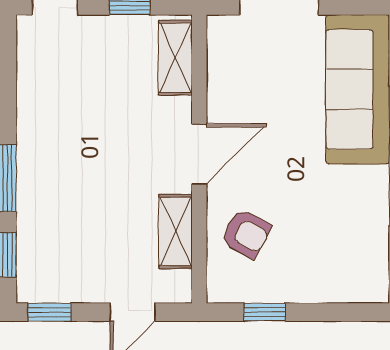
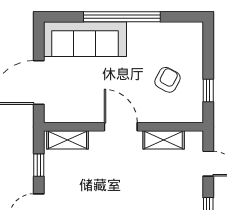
armchair: (246, 233) -> (168, 80), moved

